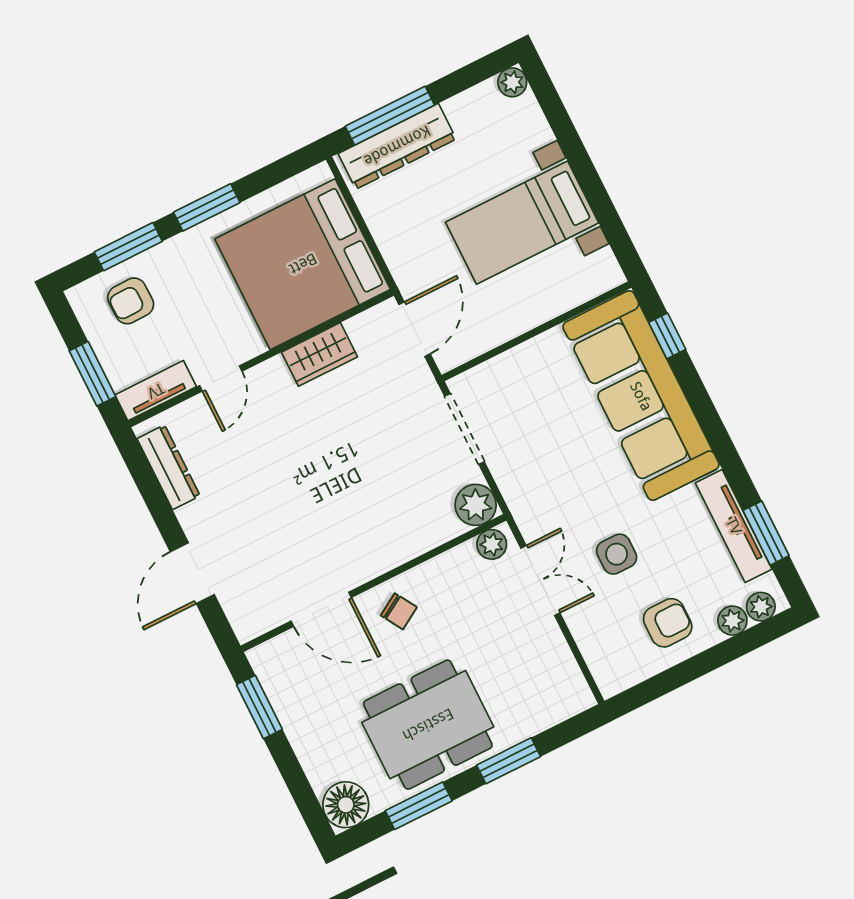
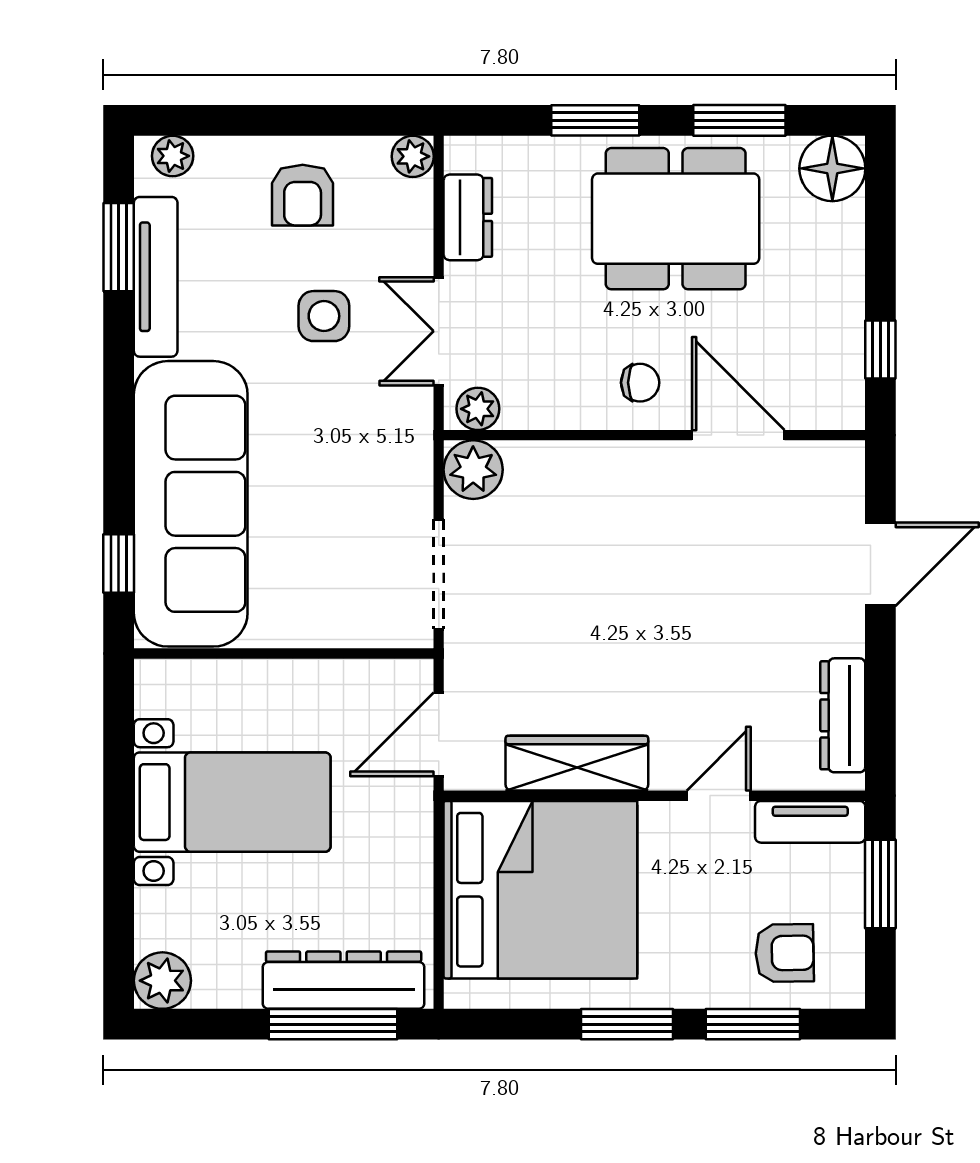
plant: (512, 82) -> (162, 981), width x1.38, depth x1.38
wardrobe: (319, 354) -> (577, 763), width x1.50
chair: (399, 611) -> (640, 383), turned 121
plant: (732, 621) -> (413, 156), moved
armchair: (668, 623) -> (303, 195), turned -90
dresser: (558, 661) -> (468, 217), added
window: (259, 707) -> (880, 349), width x0.67

